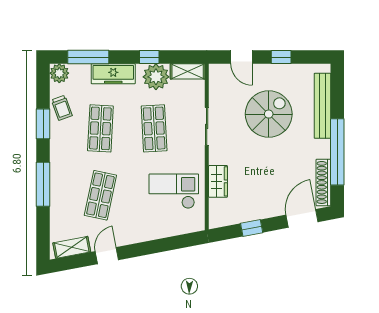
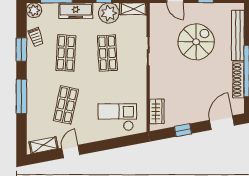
wardrobe: (218, 181) -> (157, 111), moved
shoe rack: (323, 182) -> (239, 80), moved
checkout: (174, 191) -> (117, 117), moved

